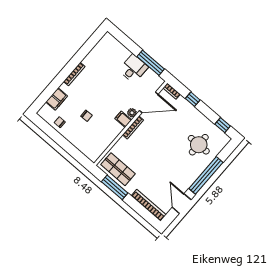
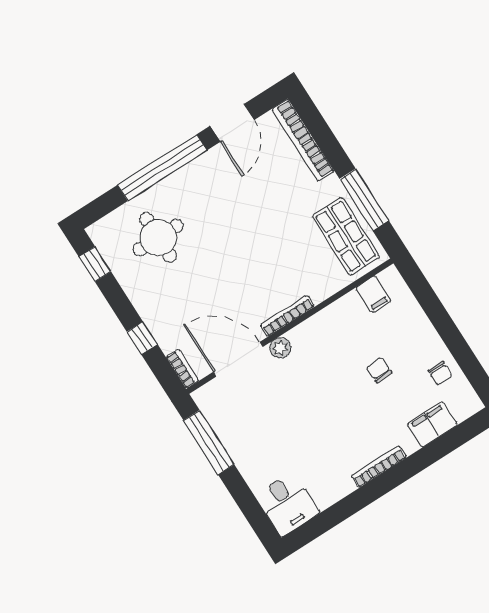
desk: (133, 69) -> (287, 504), moved, turned -90
filing cabinet: (123, 119) -> (373, 294), moved

